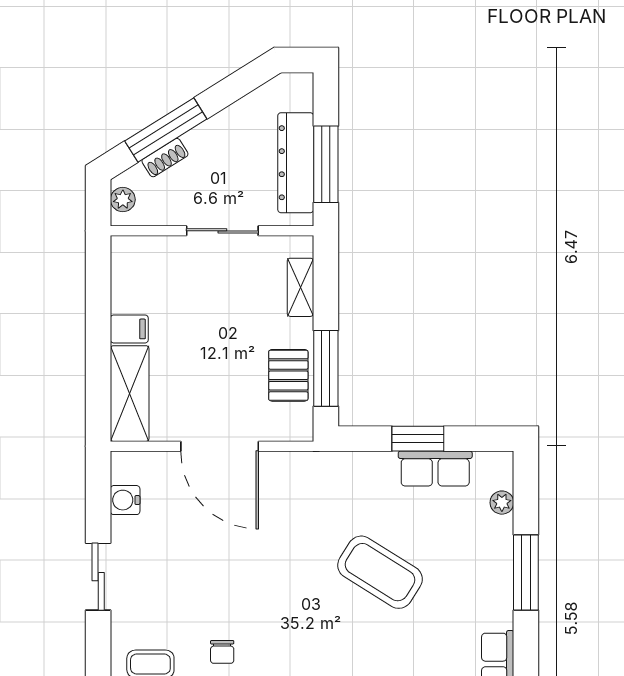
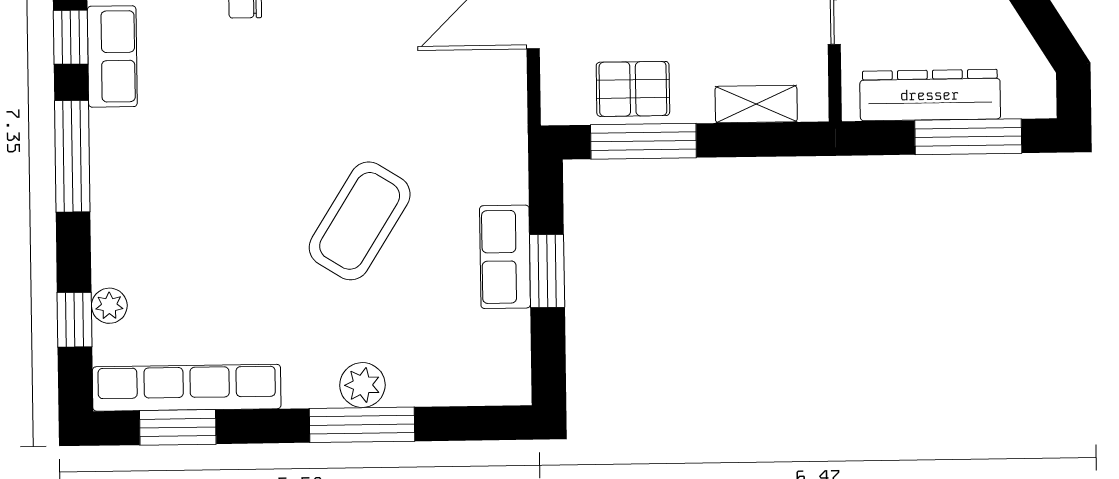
window: (326, 164) -> (968, 137), moved
row of seats: (435, 469) -> (505, 257), moved
plant: (502, 503) -> (362, 385), moved, width x1.38, depth x1.38

